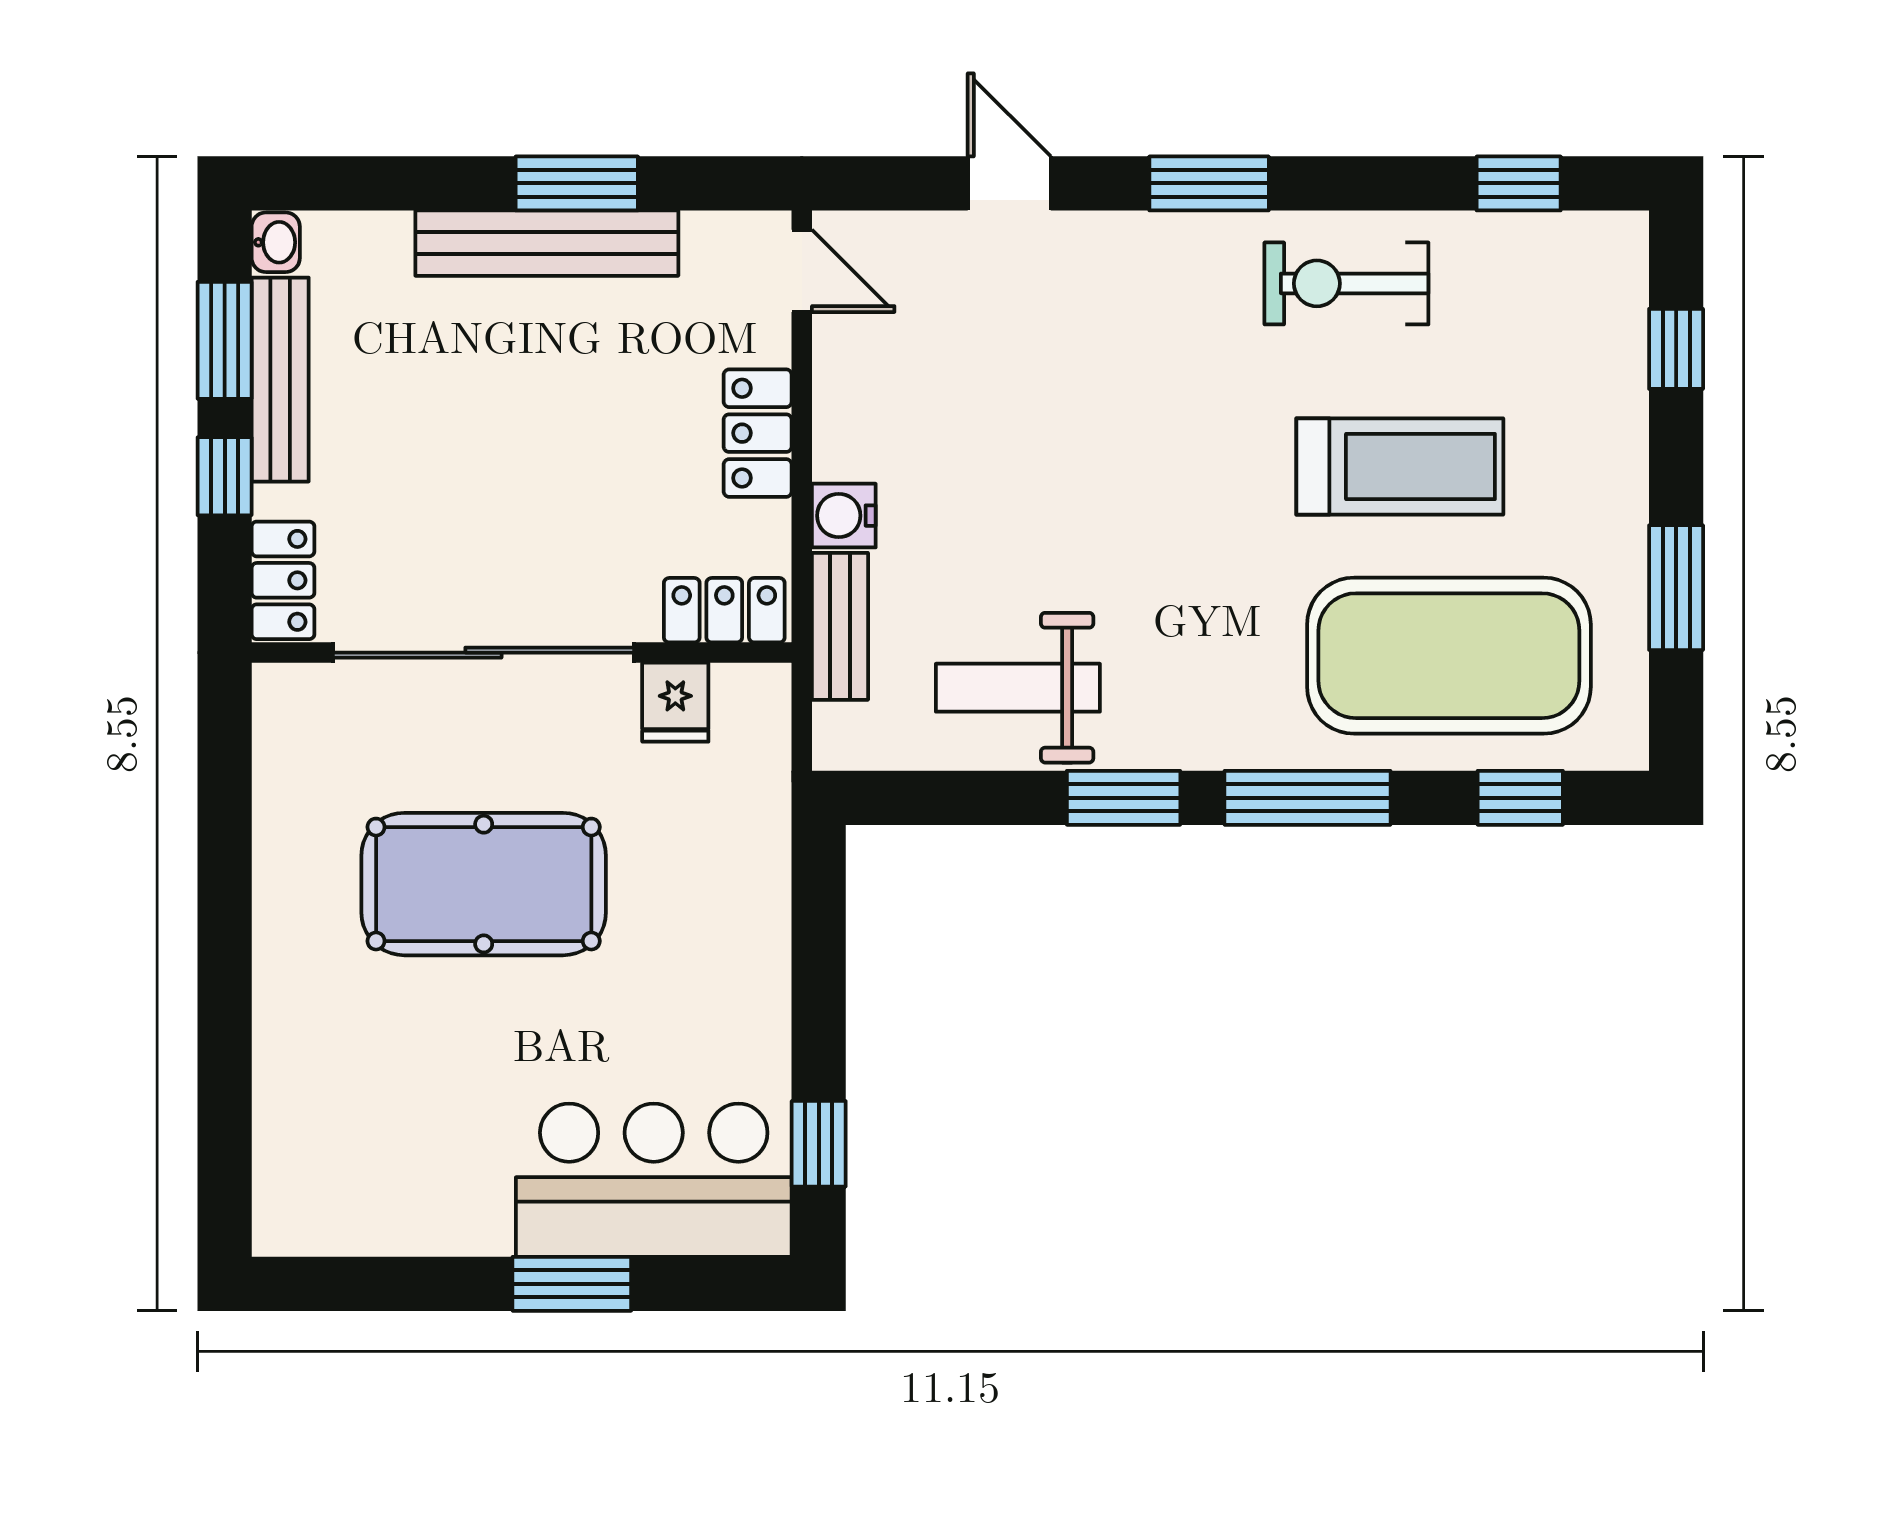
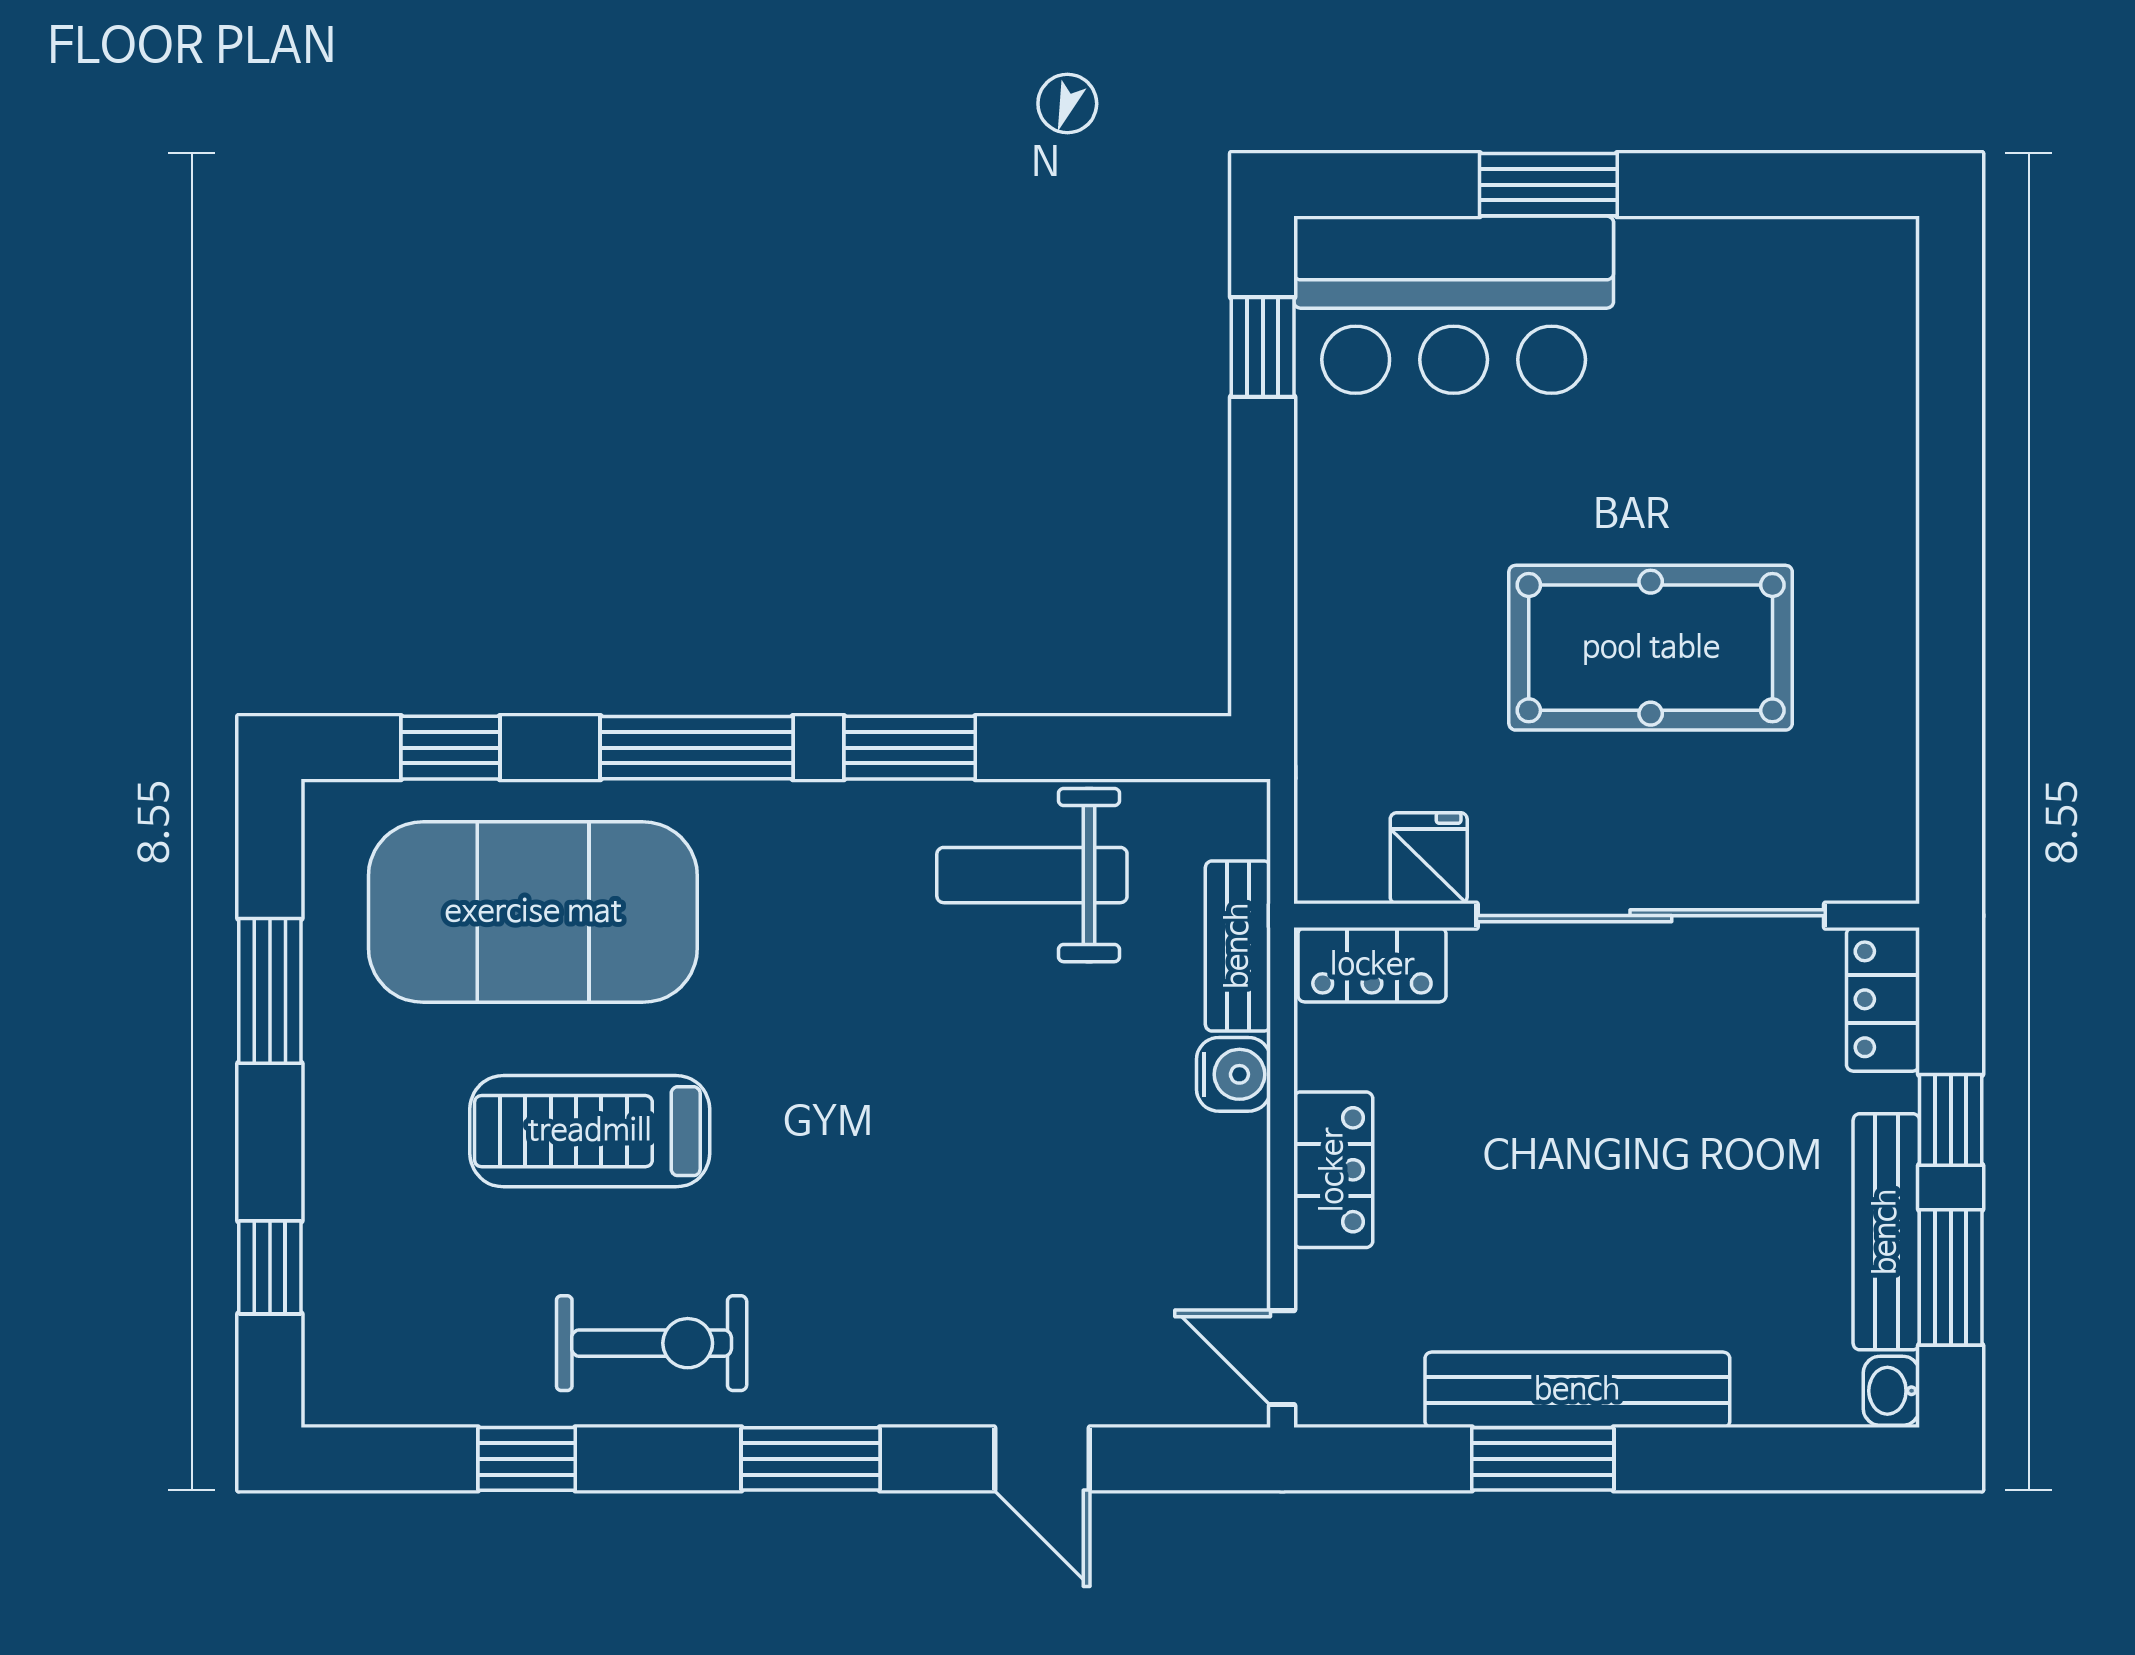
window: (1519, 183) -> (527, 1459), moved
weight bench: (1018, 688) -> (1032, 875), turned 180

